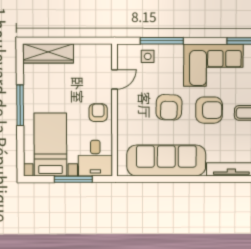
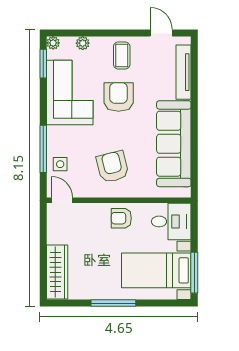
door: (115, 79) -> (62, 200), moved
armchair: (169, 107) -> (113, 167), moved, turned -106
window: (73, 179) -> (194, 273), moved

